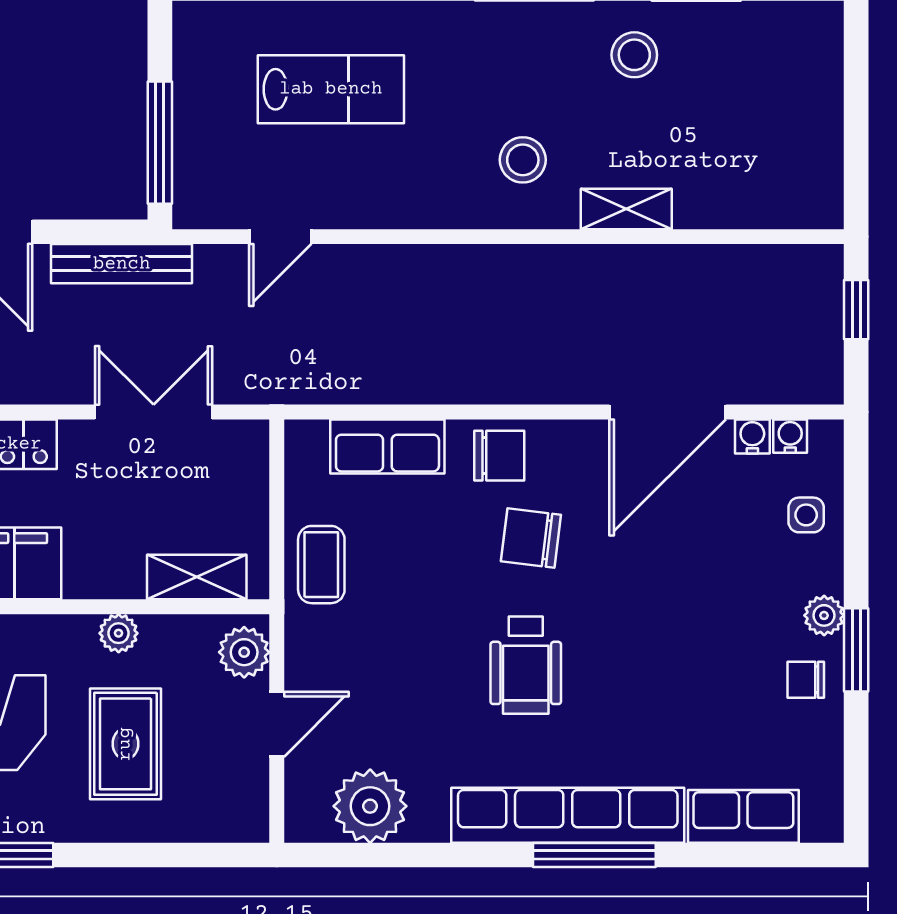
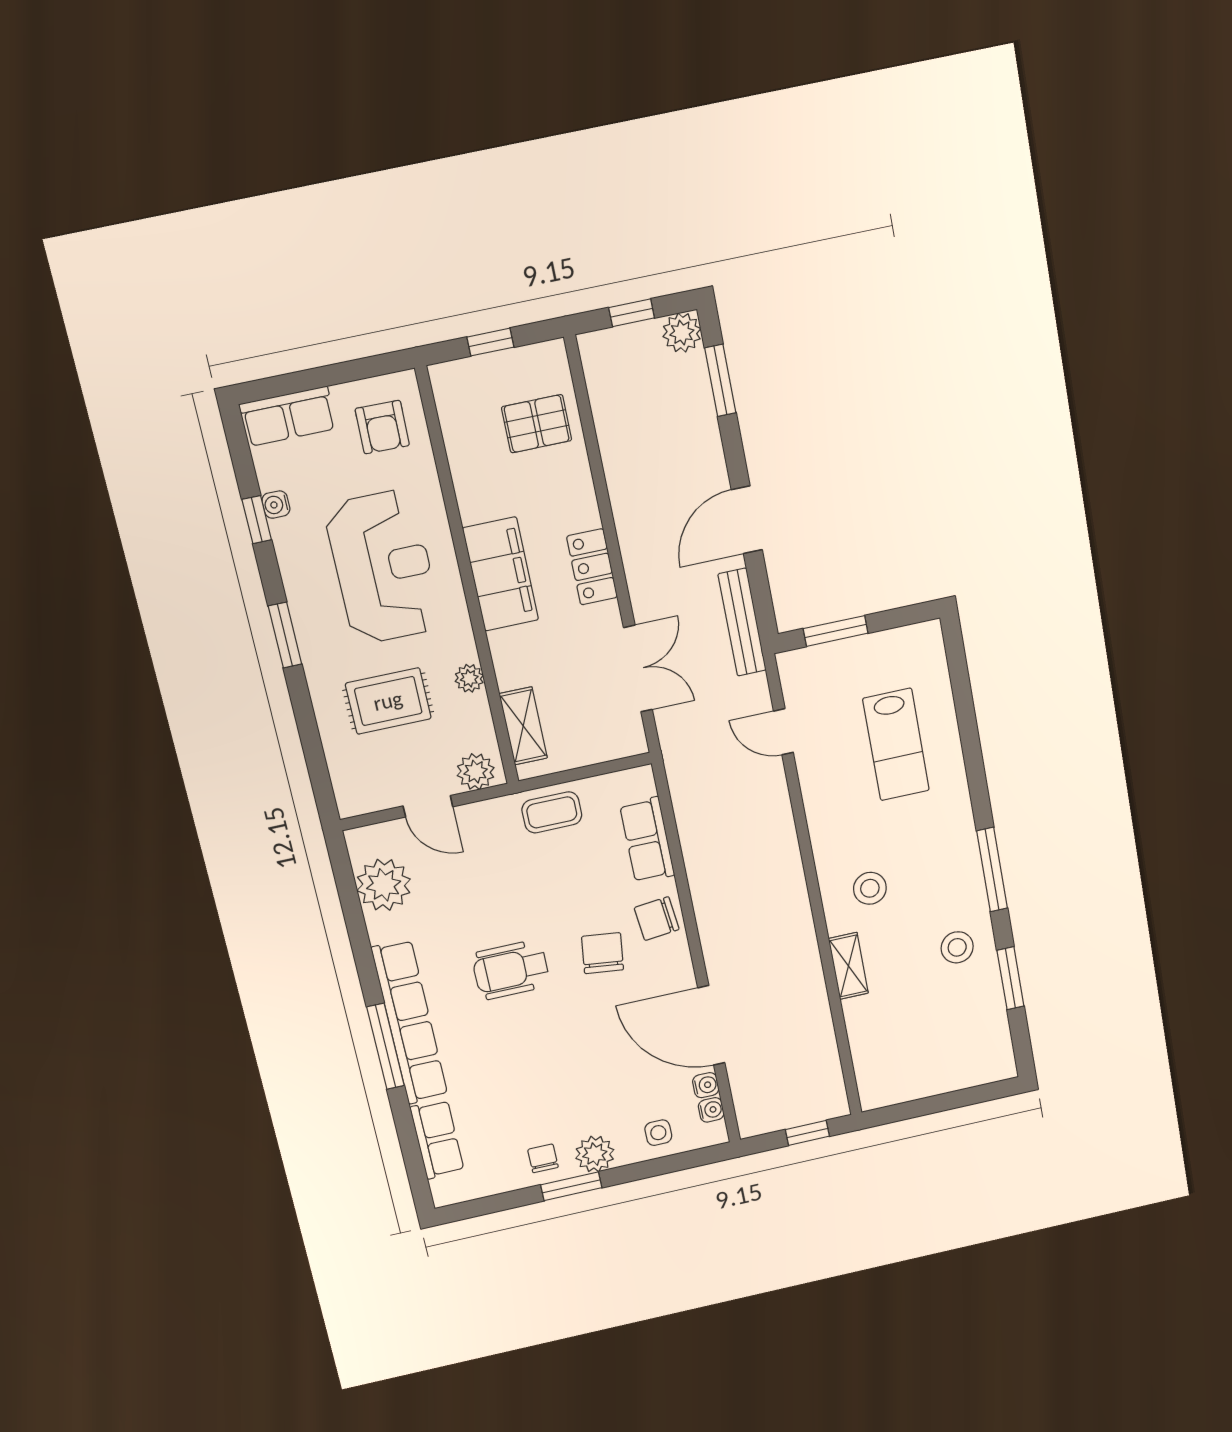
window: (160, 143) -> (836, 631), width x0.69
chair: (499, 456) -> (657, 919), turned 84
plant: (824, 615) -> (595, 1154), width x1.38, depth x1.38

